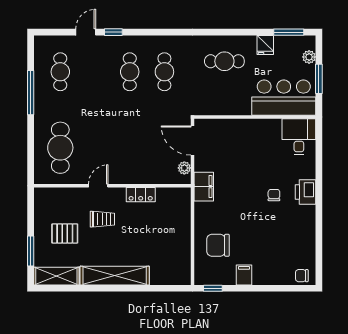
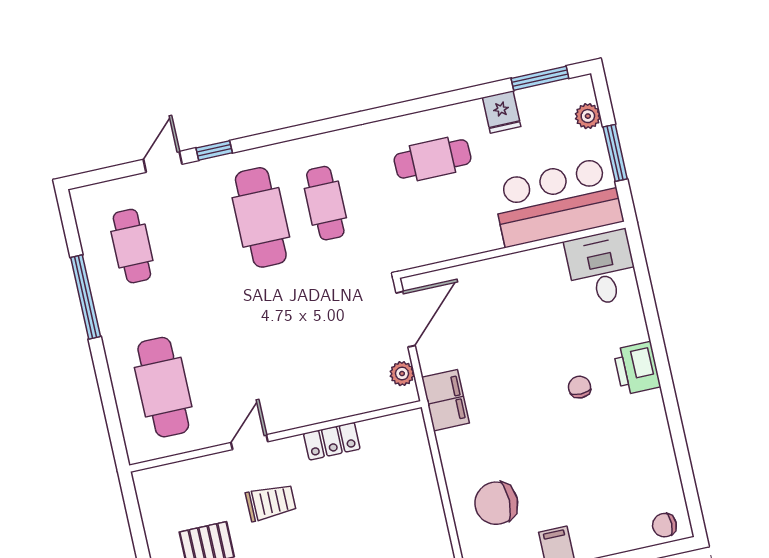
cafe table: (130, 72) -> (261, 217), width x1.37, depth x1.35
door: (192, 140) -> (406, 319), swing flipped

